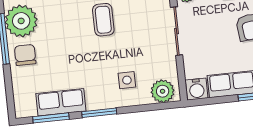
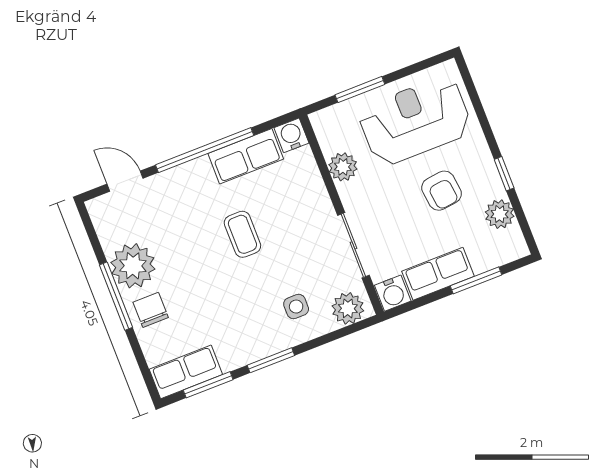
sliding door: (177, 31) -> (353, 245), moved
row of seats: (61, 102) -> (186, 372), moved

